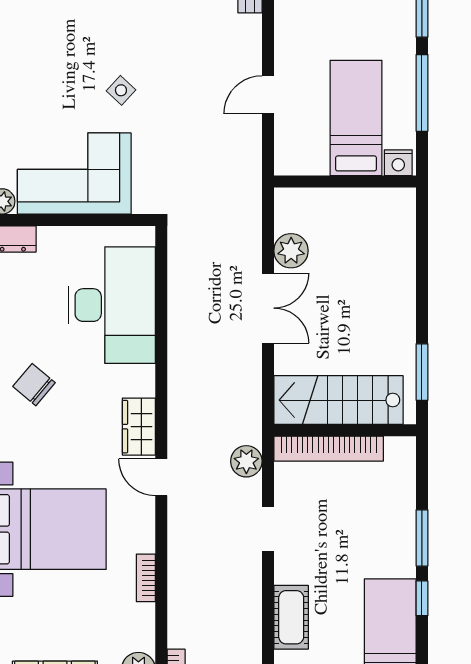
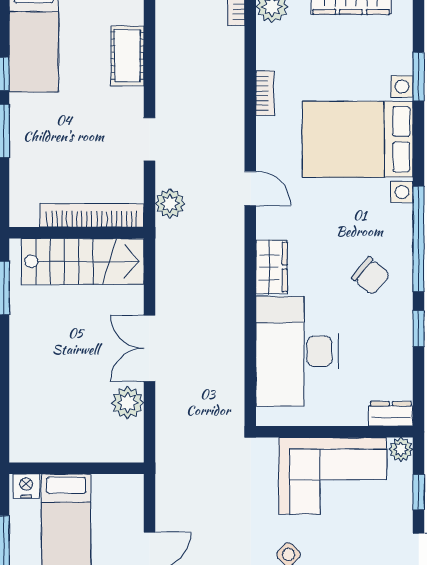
wardrobe: (139, 427) -> (272, 267), moved

